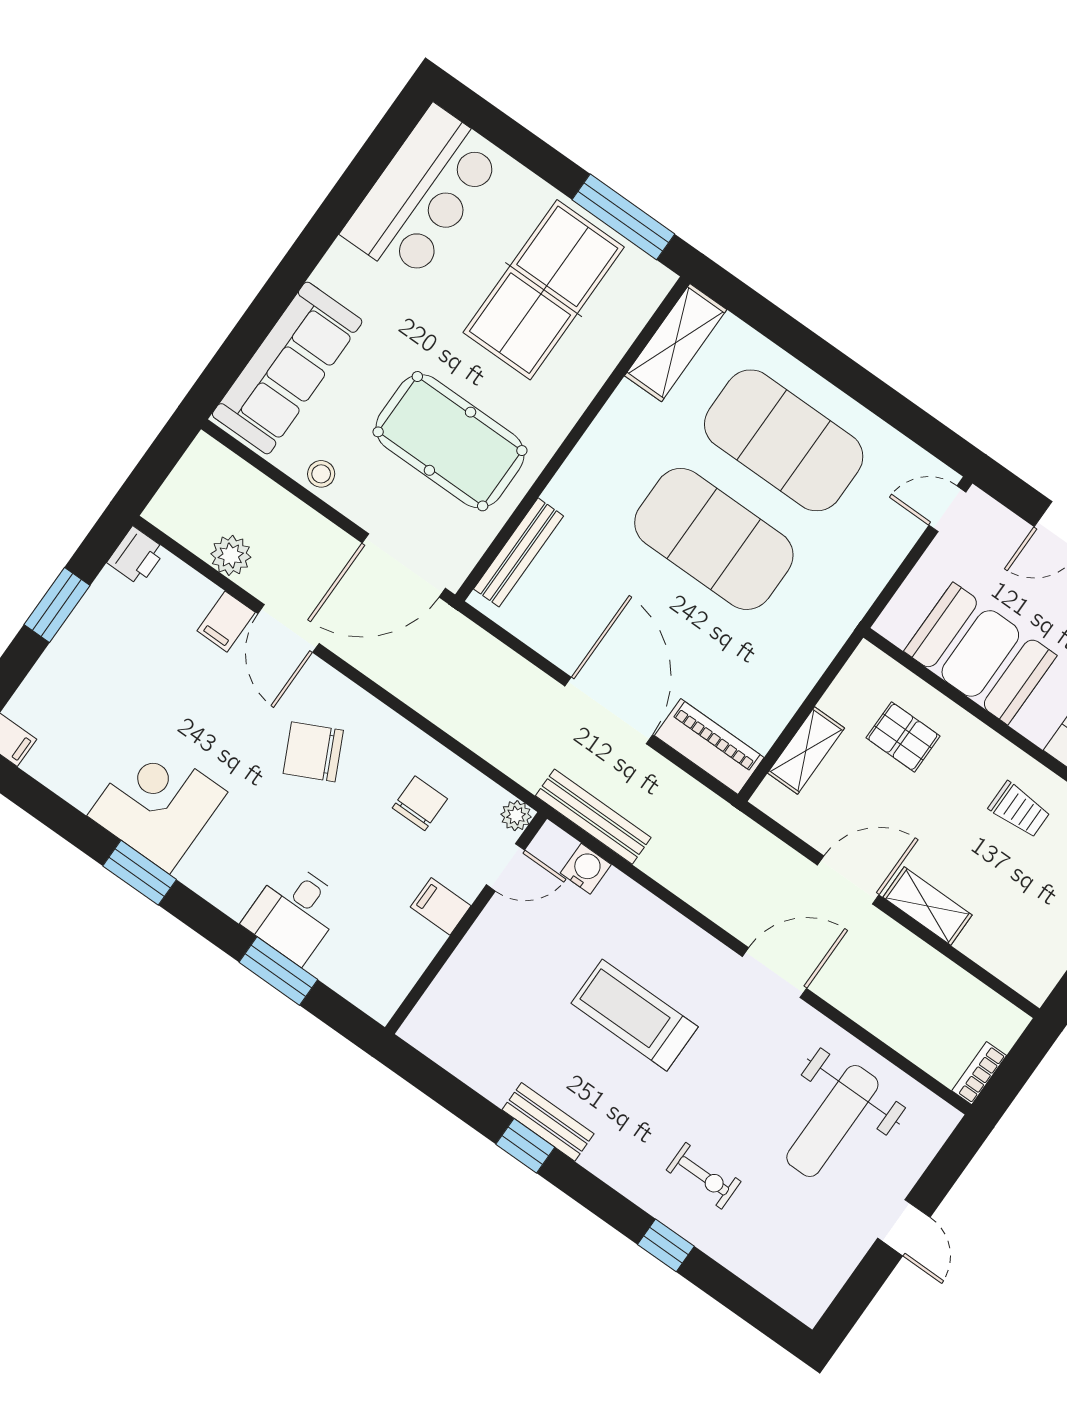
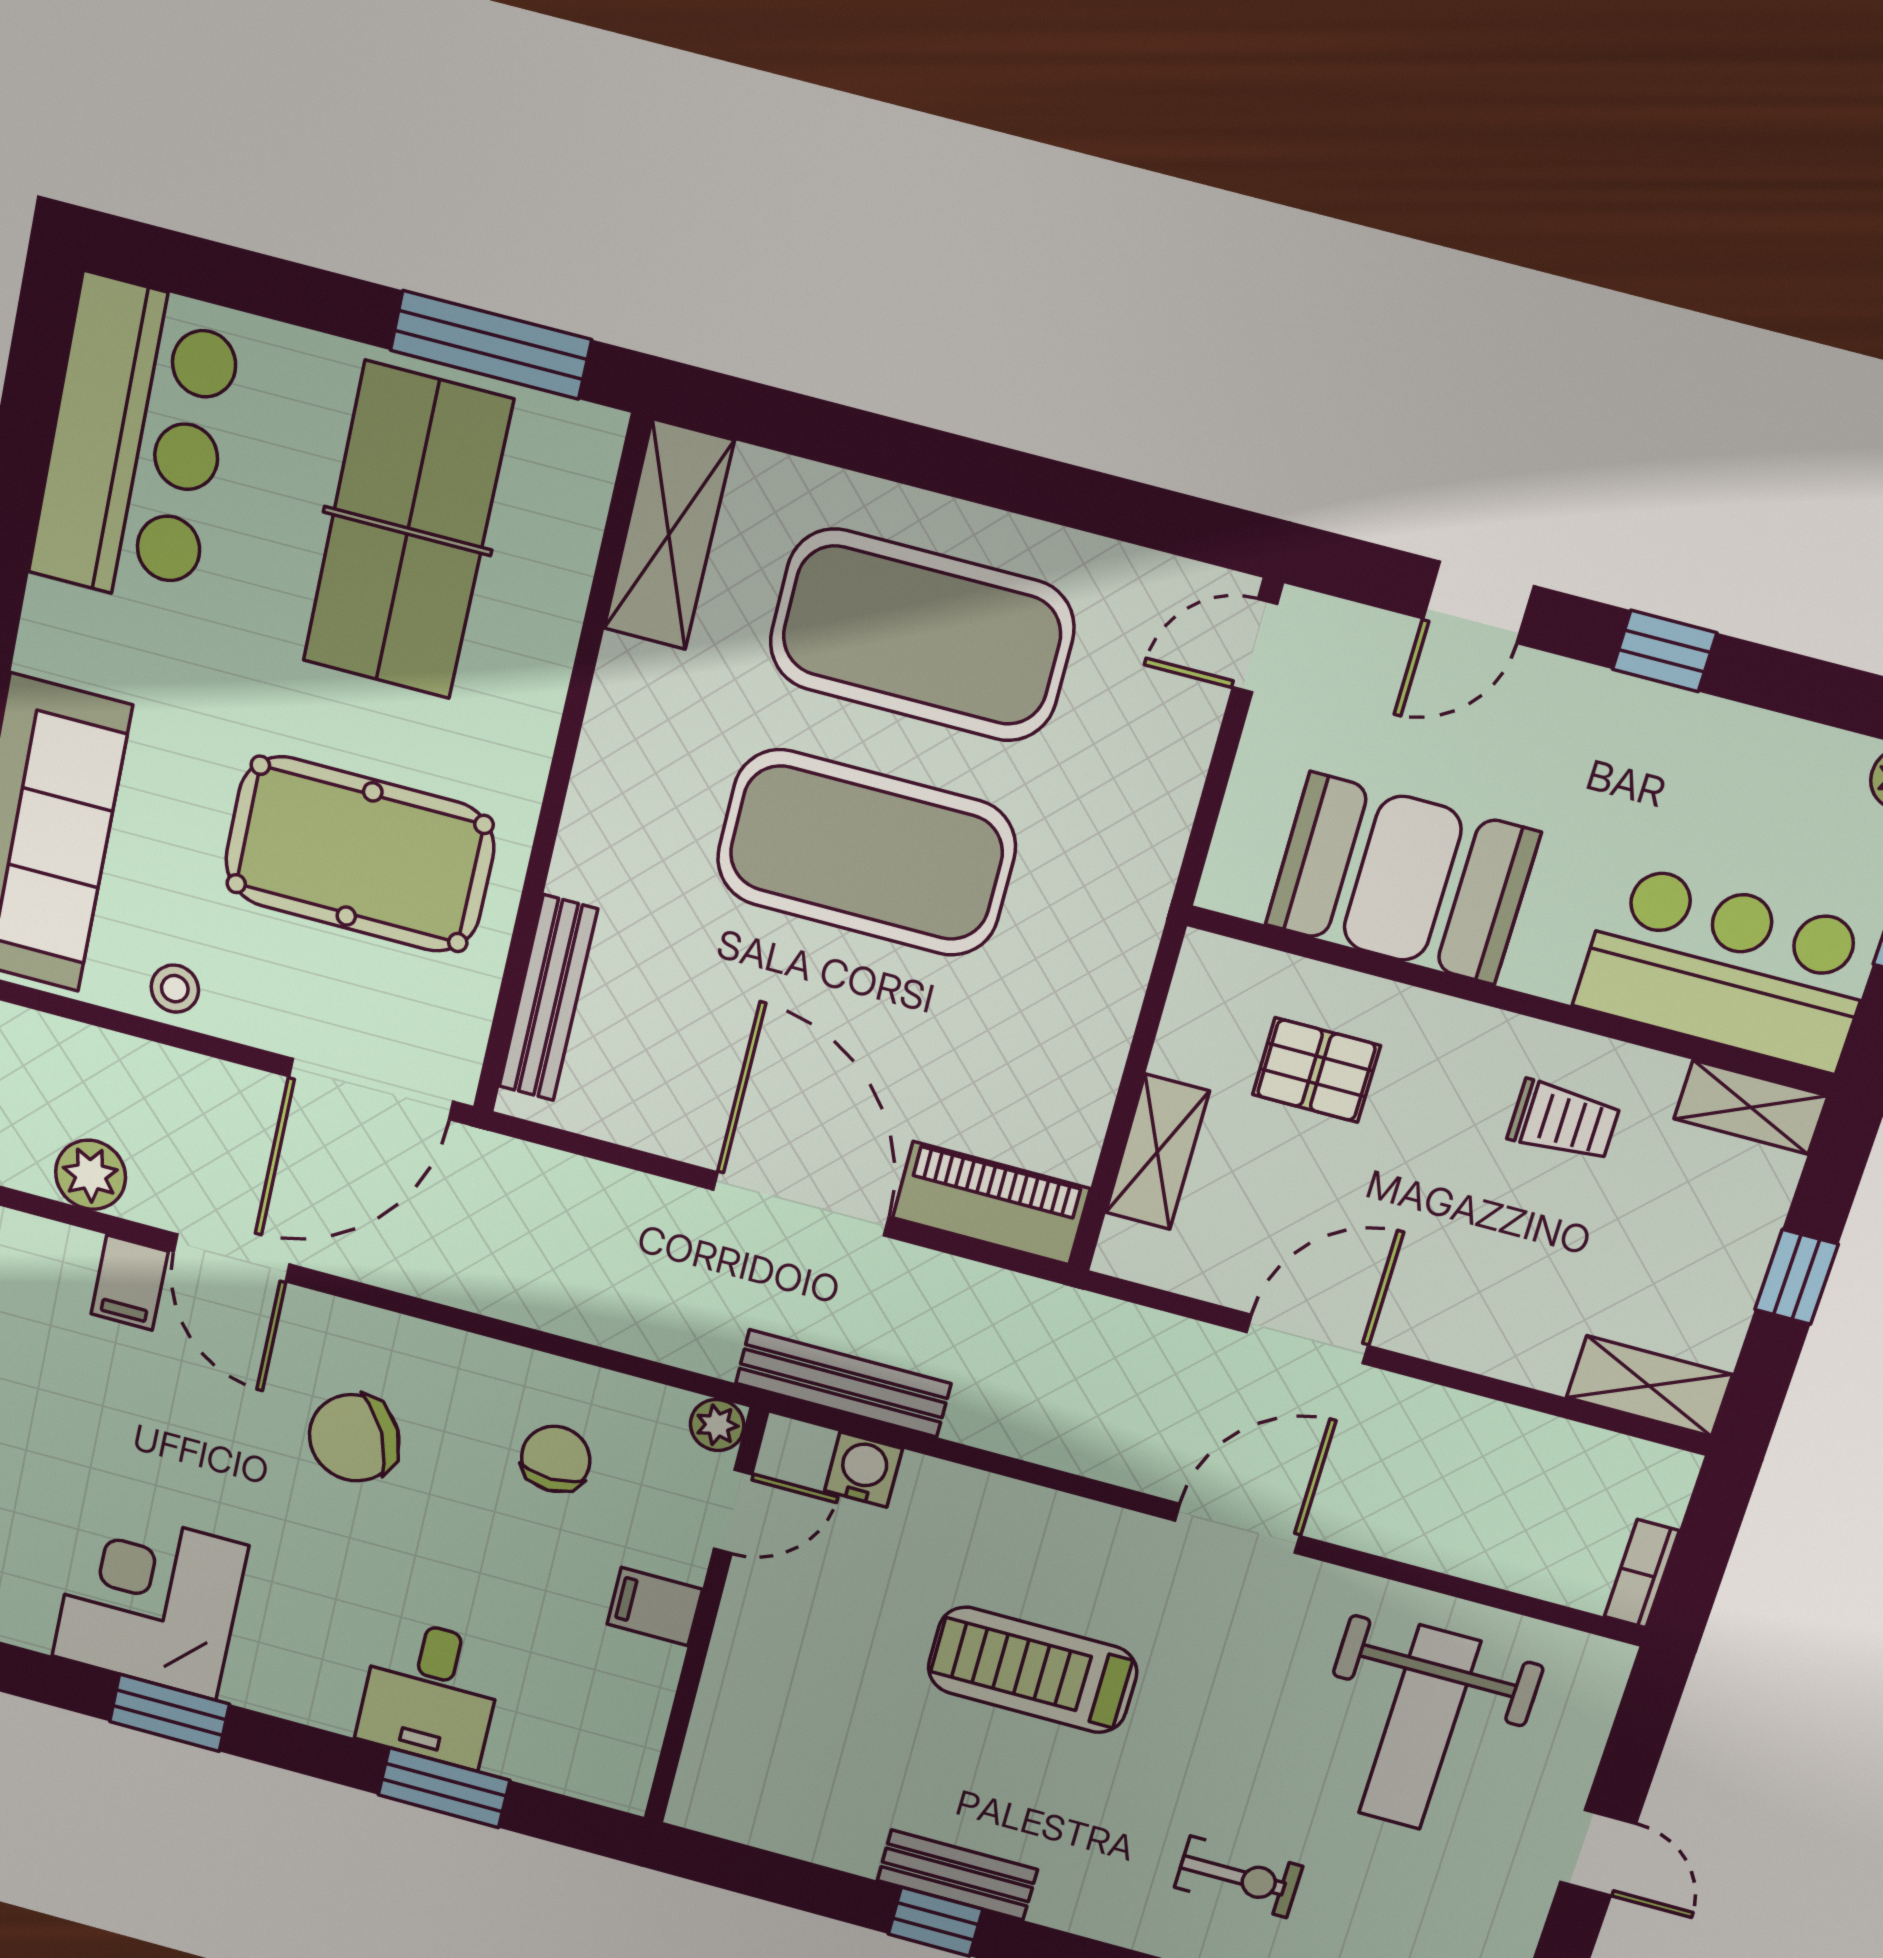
shelving: (927, 906) -> (1649, 1386), moved

